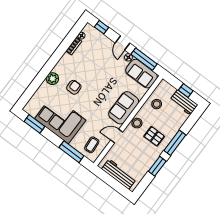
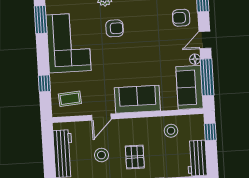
armchair: (99, 46) -> (181, 18), added
window: (186, 90) -> (210, 132), moved
stool: (137, 123) -> (101, 155), moved
door: (117, 136) -> (101, 117), swing flipped
window: (71, 152) -> (44, 83), width x0.46

